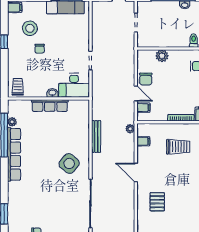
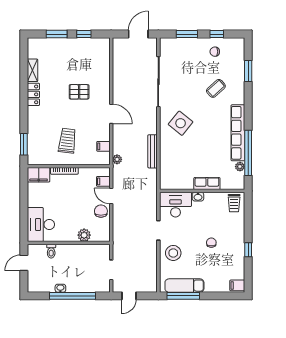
stool: (30, 28) -> (173, 253), moved
row of seats: (50, 106) -> (207, 184), width x0.68
trolley: (178, 147) -> (67, 141), turned 97
coffee table: (35, 197) -> (216, 88), added
pallet: (157, 202) -> (79, 92), moved, turned 90

